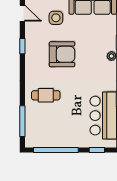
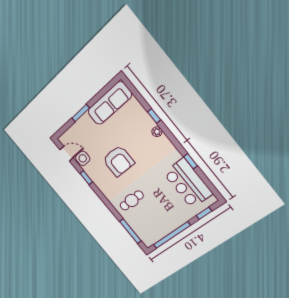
side table: (56, 18) -> (83, 158), moved
armchair: (62, 54) -> (118, 161), turned 90

